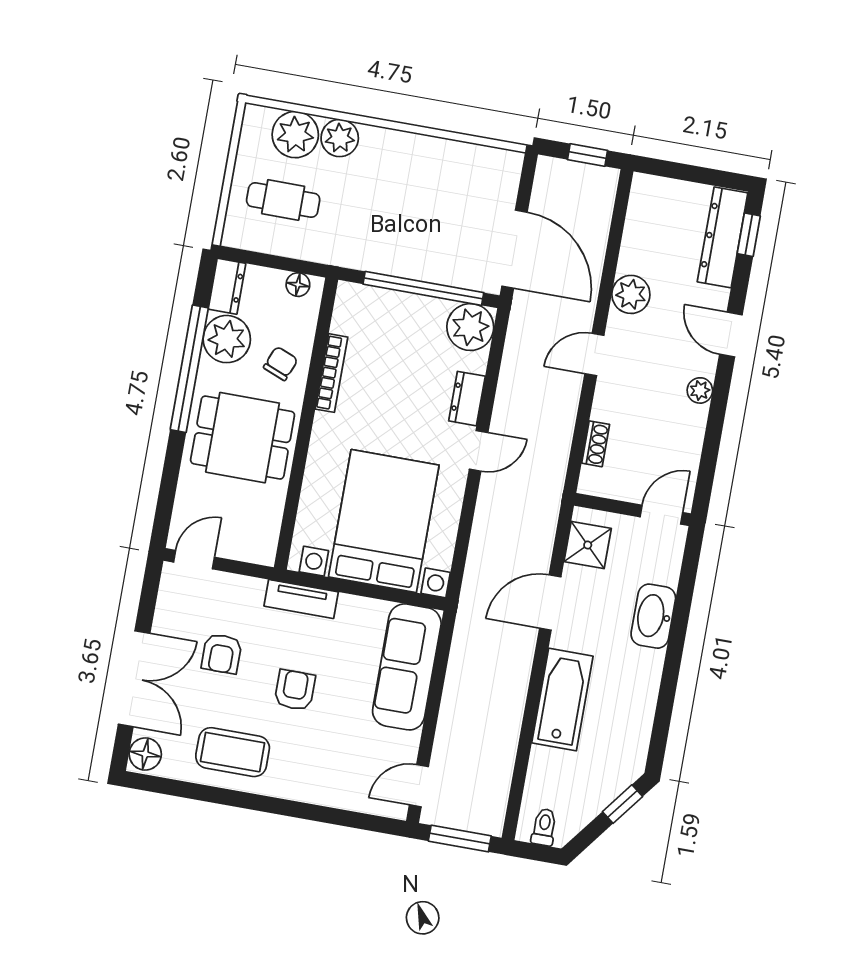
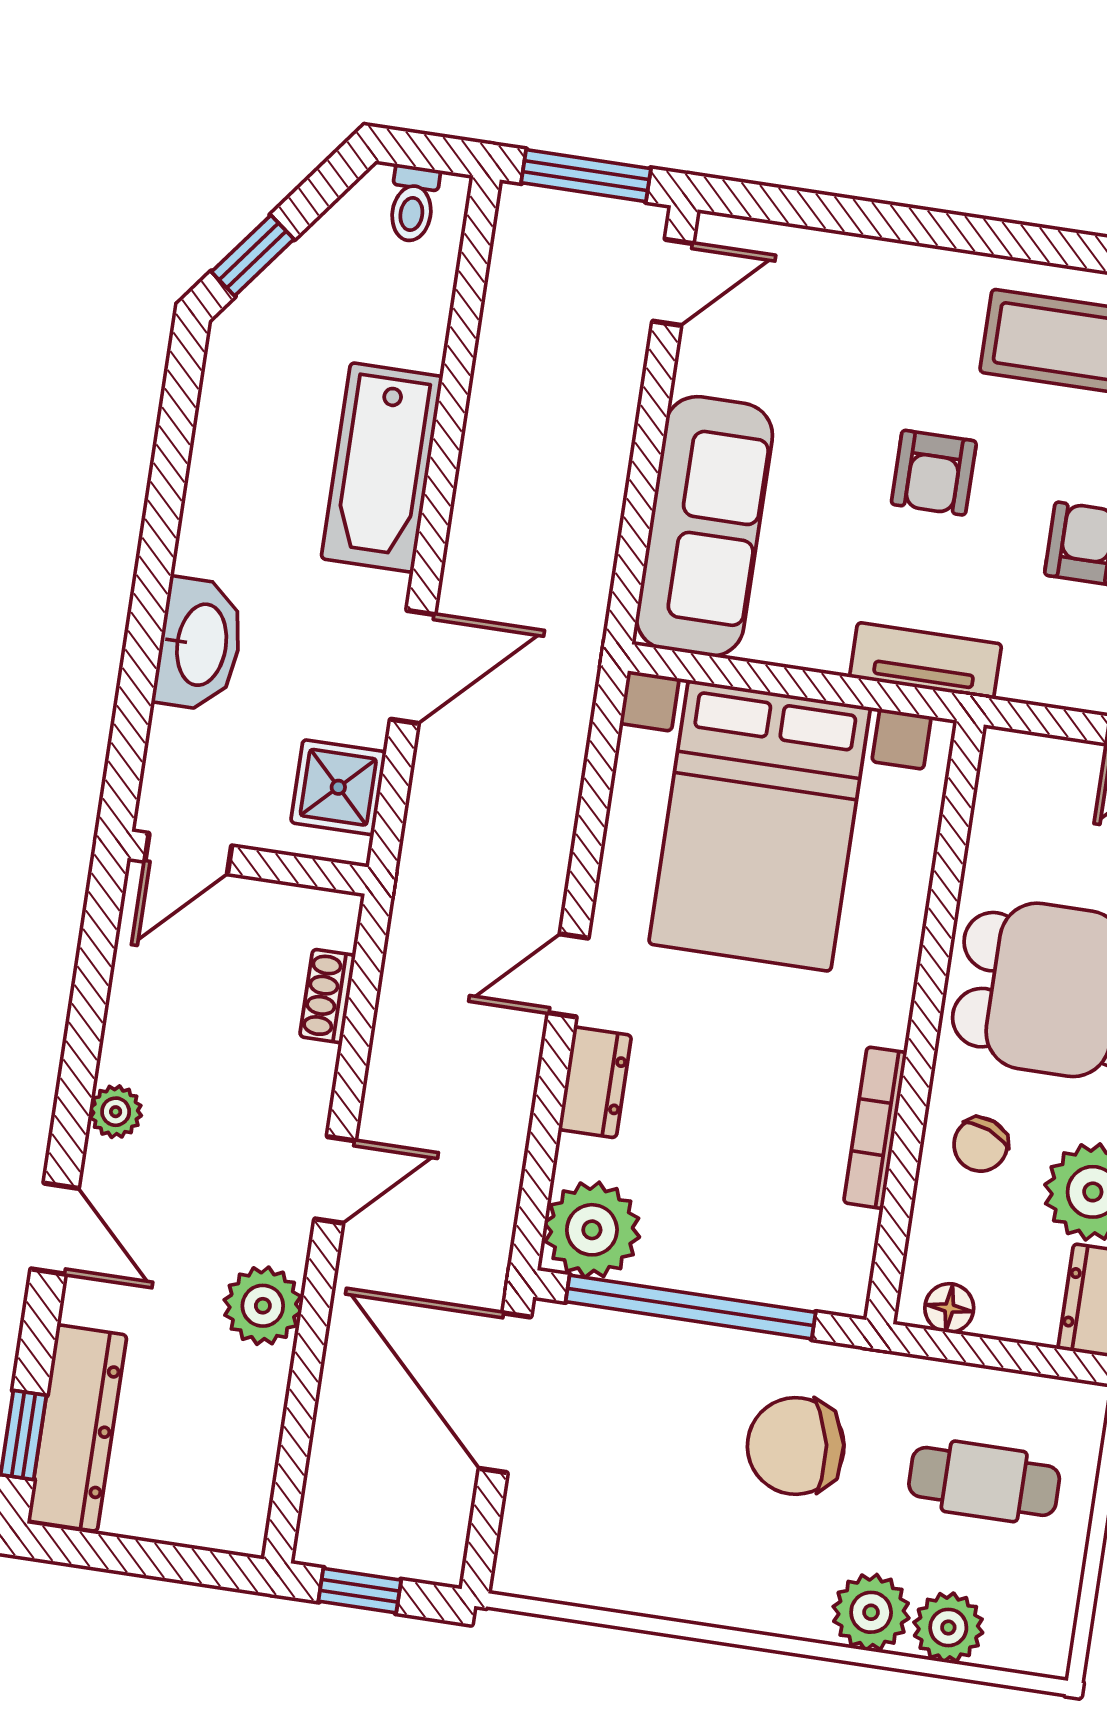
plant: (295, 135) -> (948, 1627), width x0.73, depth x0.73
chair: (374, 220) -> (796, 1446), added

